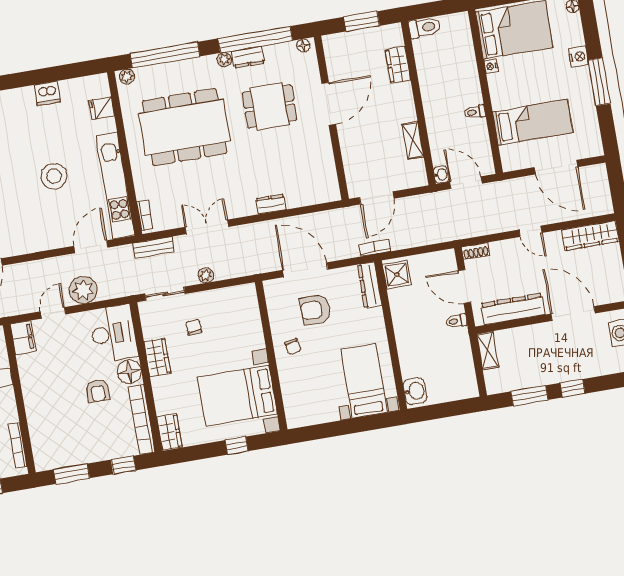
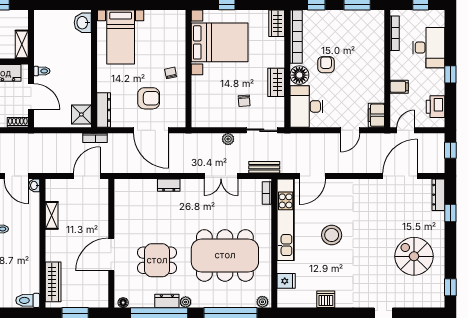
wardrobe: (398, 65) -> (53, 282), width x1.50
plant: (83, 290) -> (324, 144), removed

